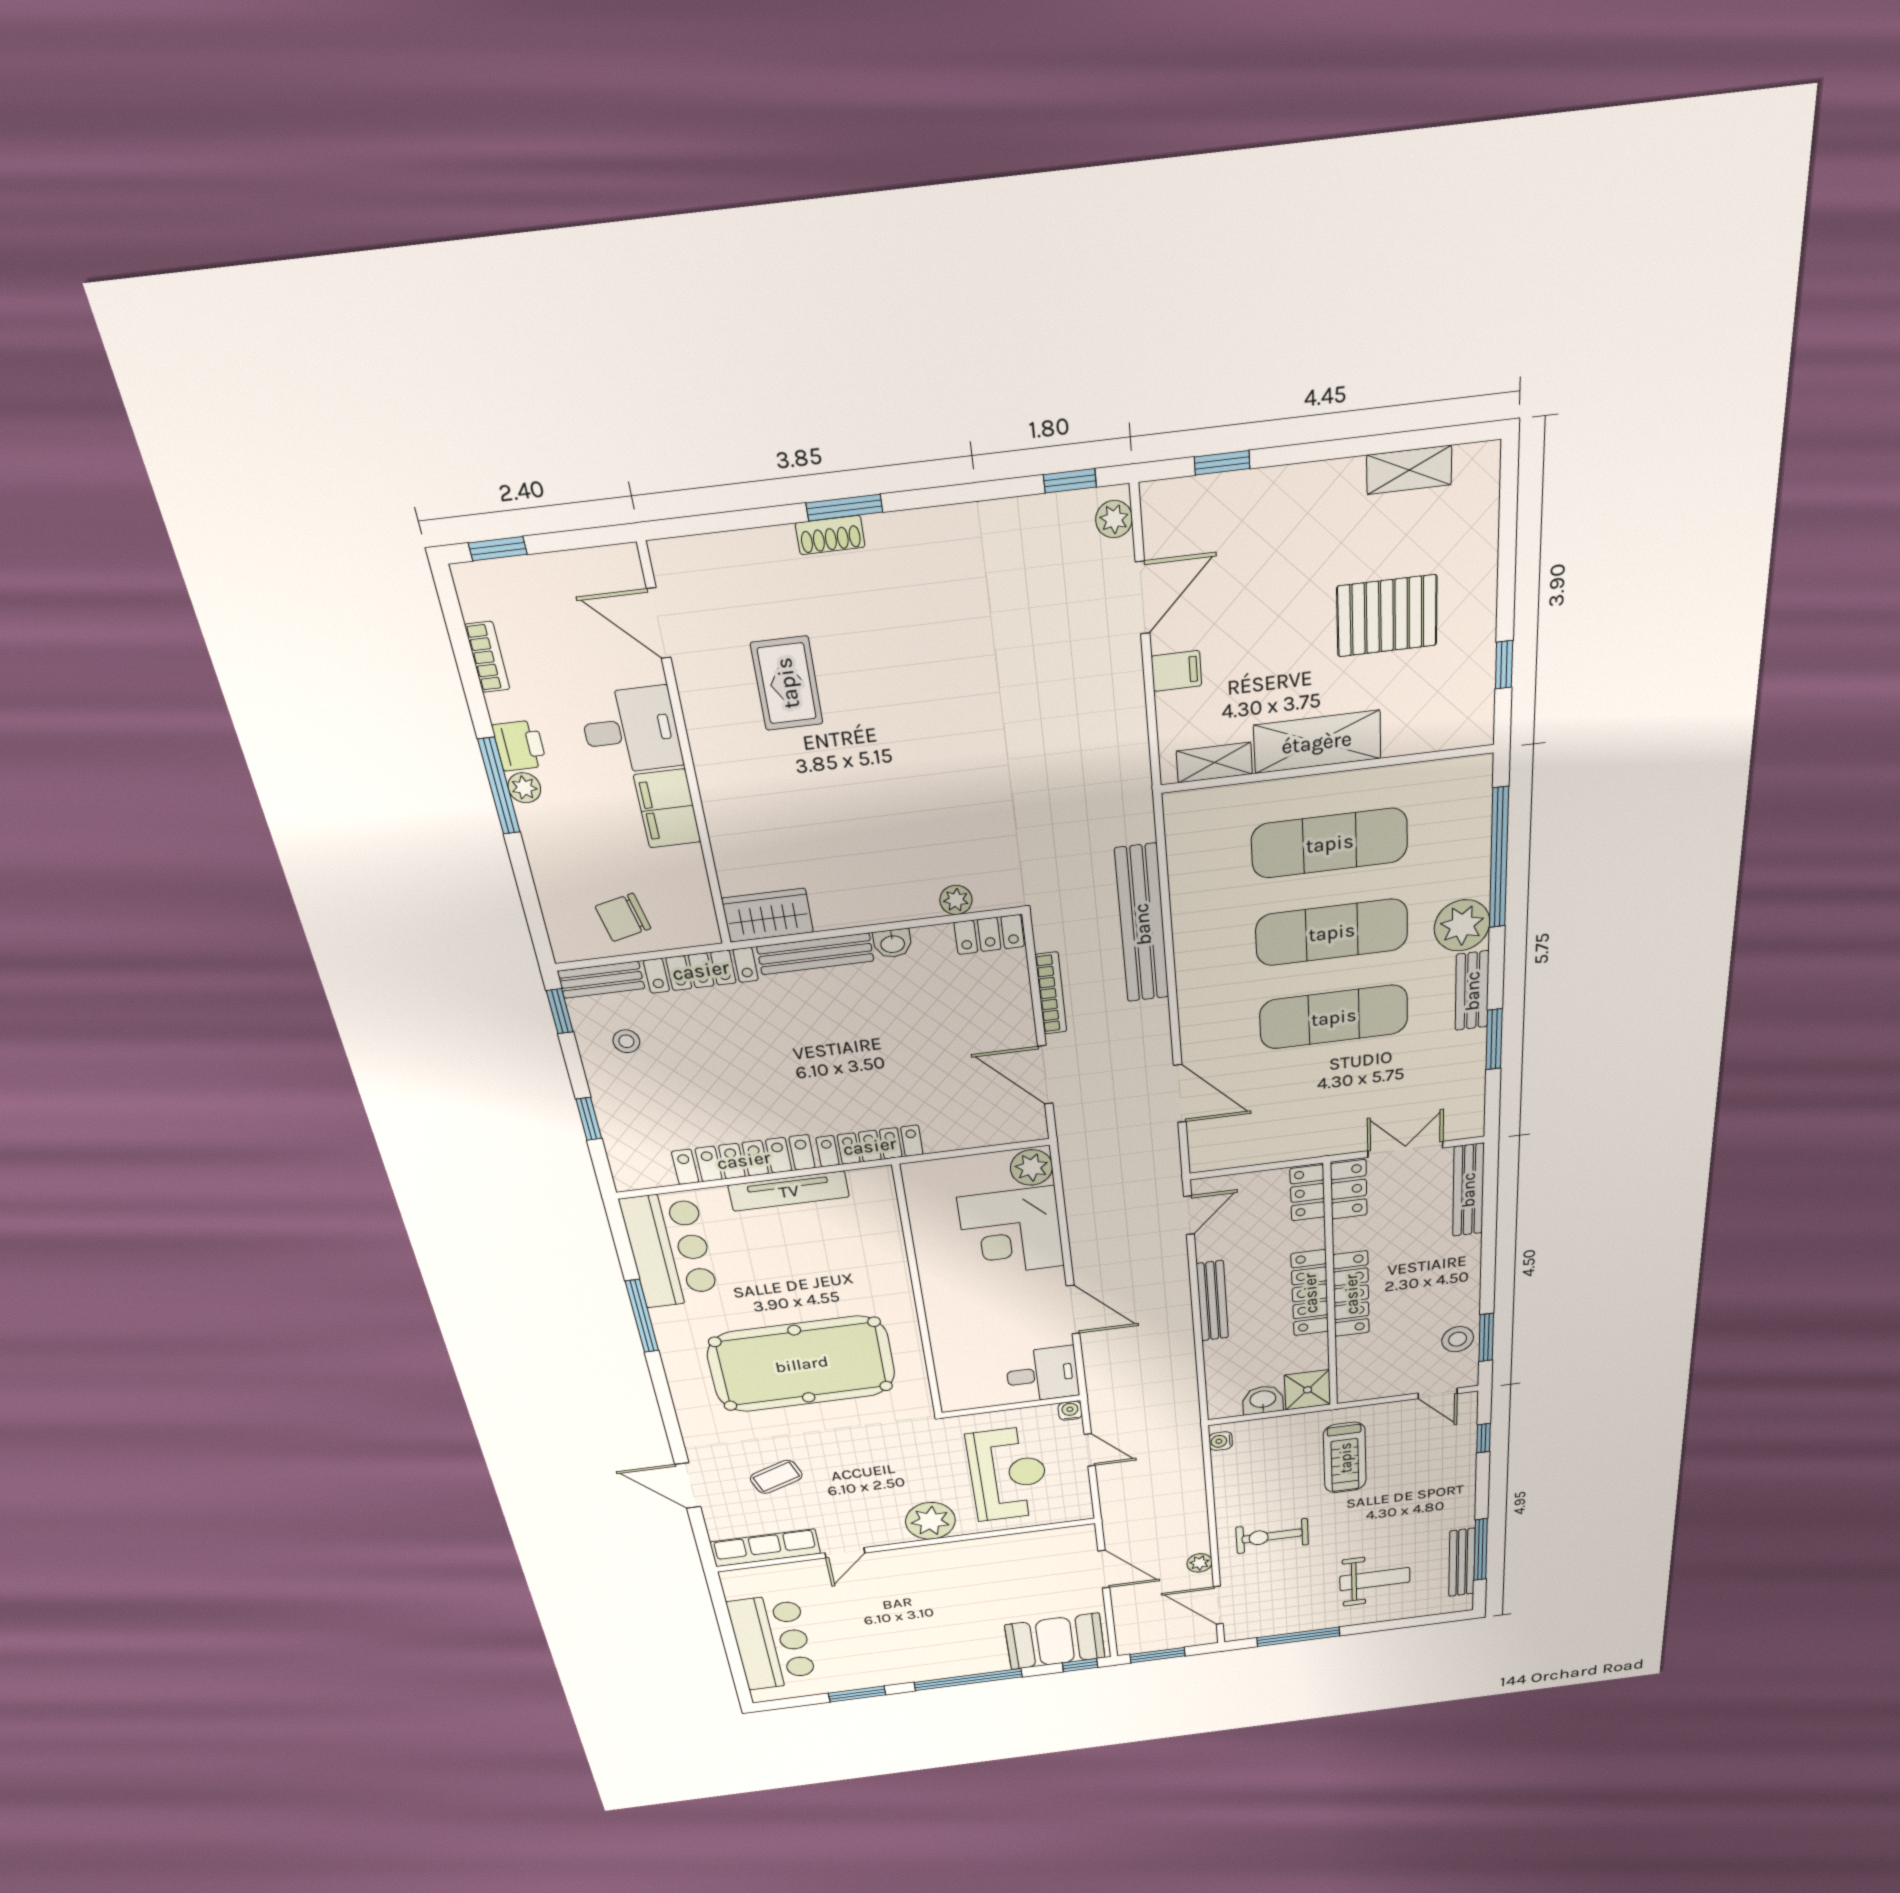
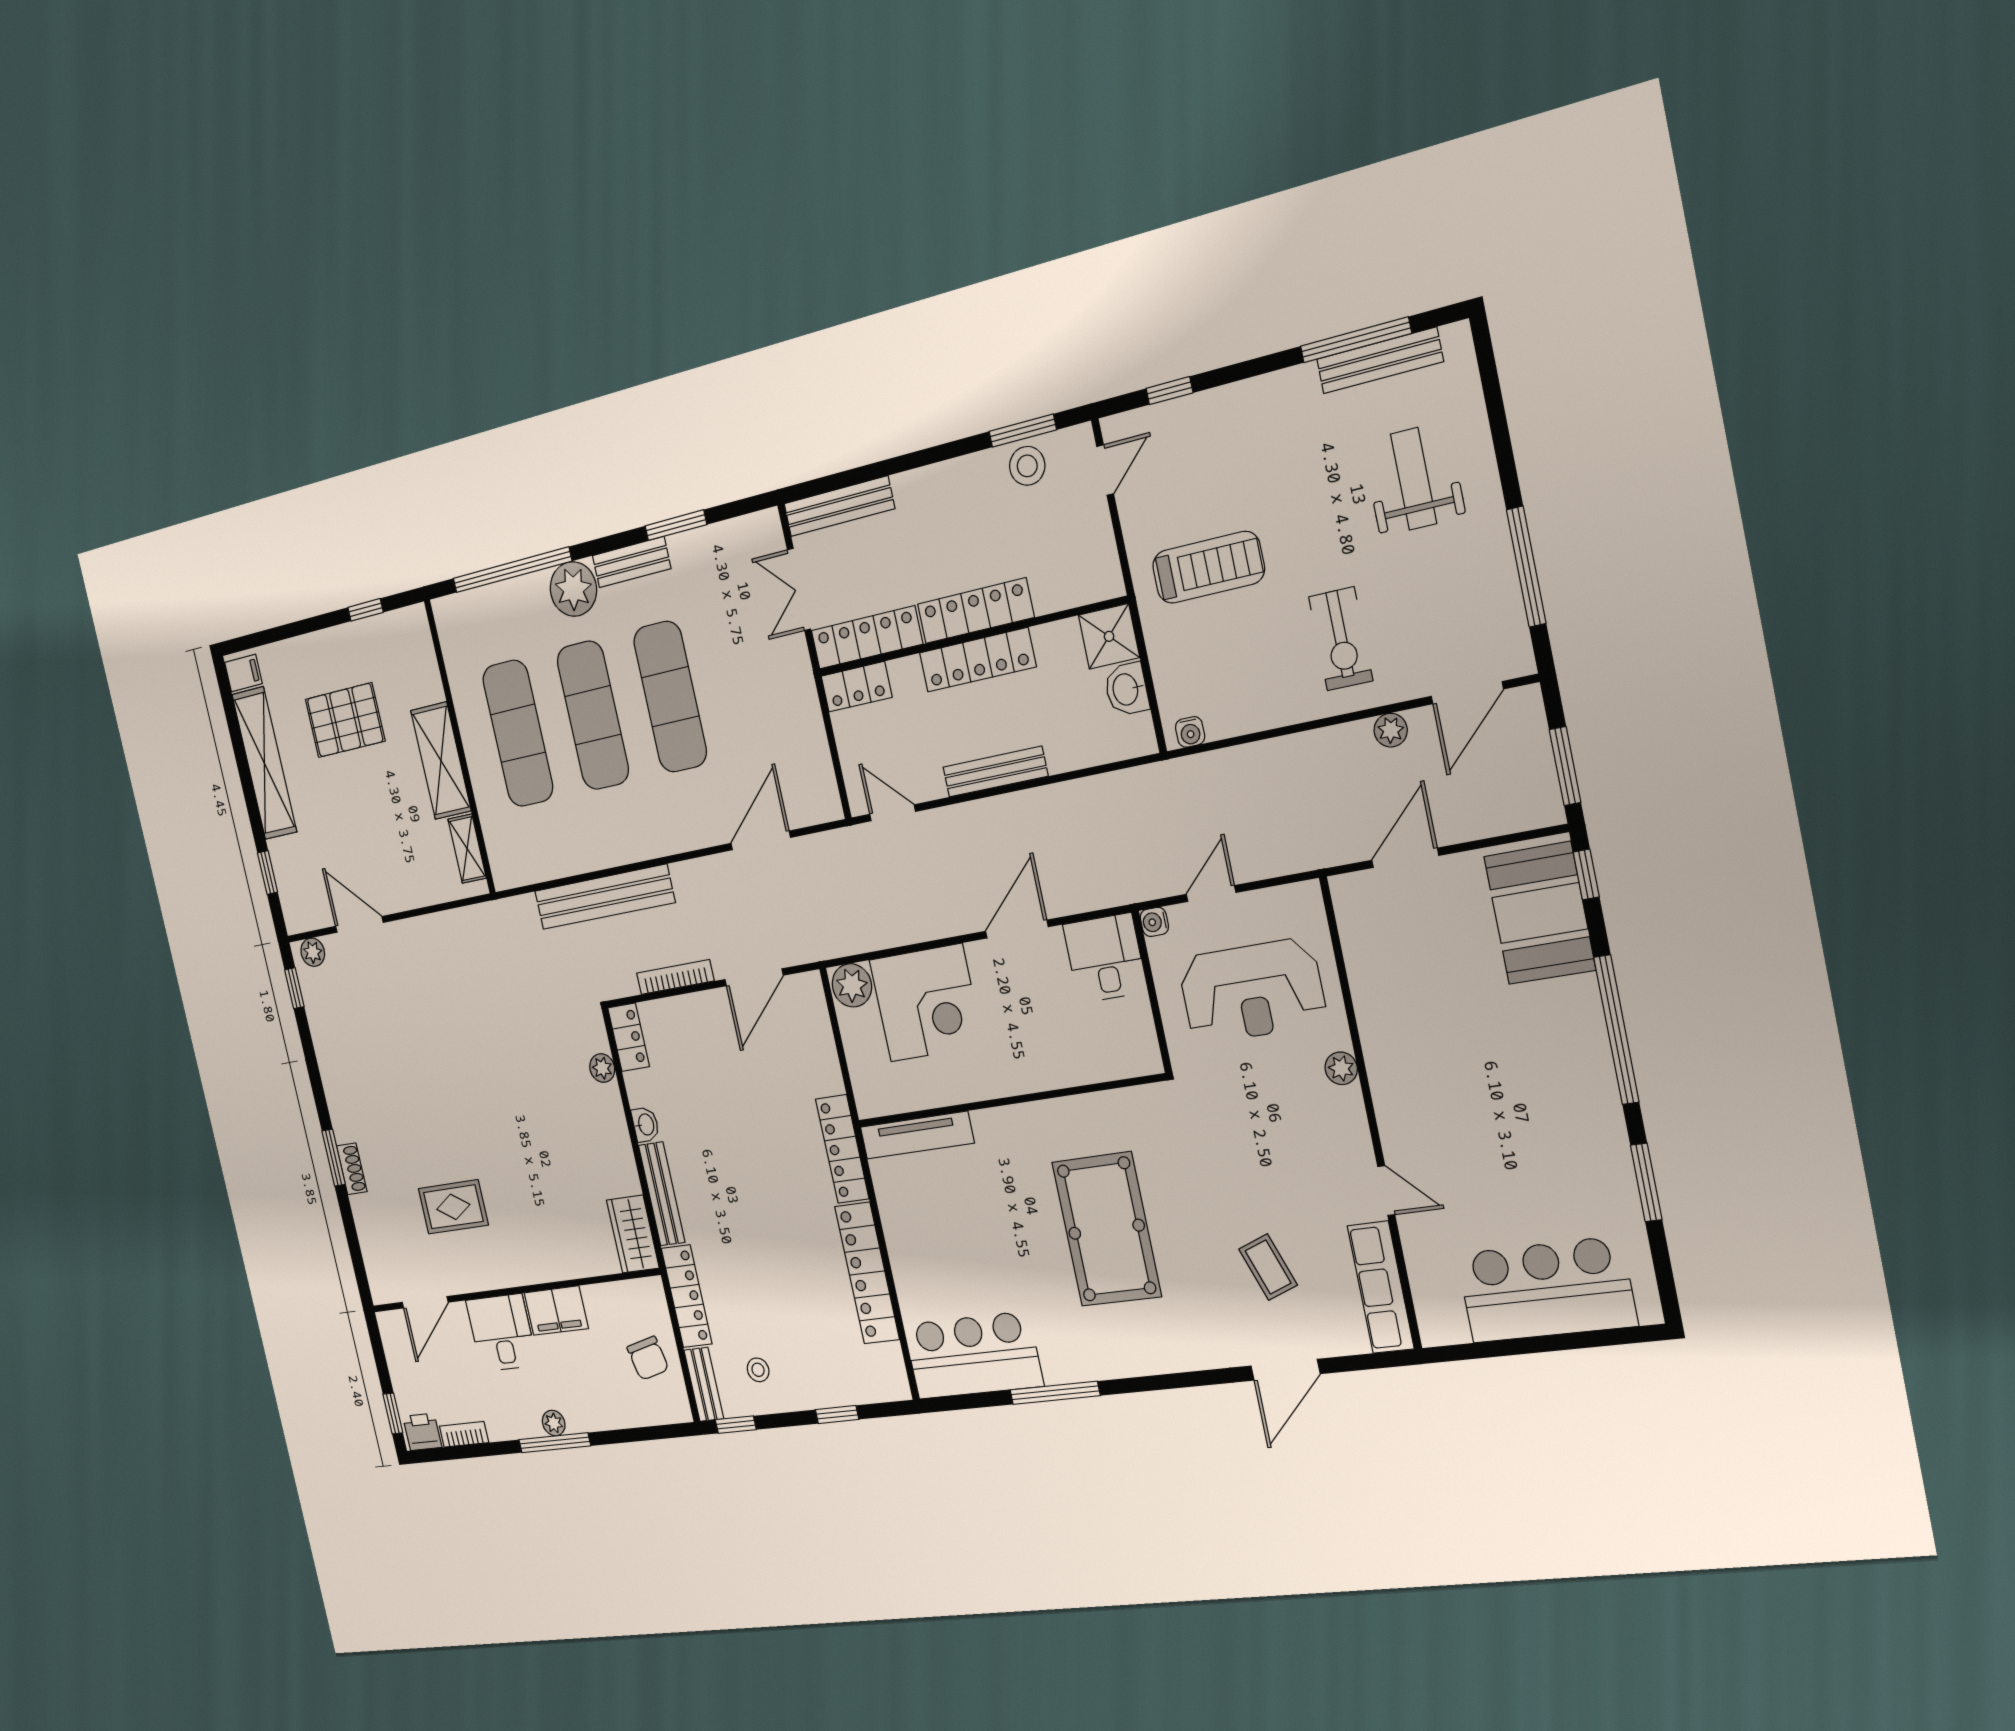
shelving: (1409, 470) -> (264, 763), width x2.20, depth x1.33
pallet: (1387, 616) -> (345, 720), turned 90
filing cabinet: (1176, 671) -> (243, 673), moved, turned 90
printer: (520, 746) -> (422, 1432), moved
locker: (1349, 1189) -> (867, 637), width x1.53
tv unit: (789, 1191) -> (917, 1135), moved, turned 90
pool table: (802, 1364) -> (1107, 1229), width x0.73, depth x0.76
reception desk: (1008, 1474) -> (1252, 991), turned 180
plant: (930, 1521) -> (1341, 1068), width x0.53, depth x0.53

